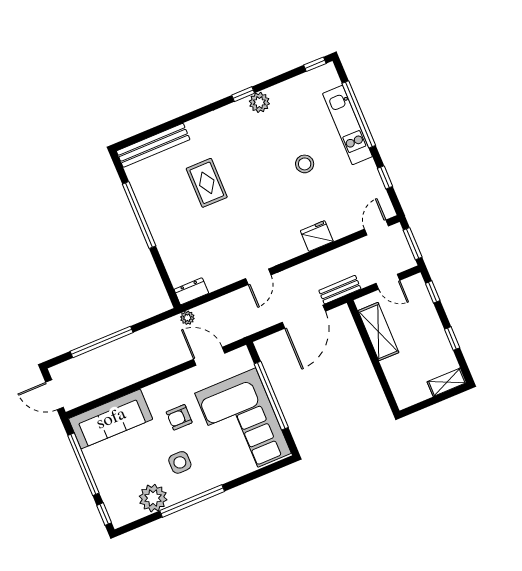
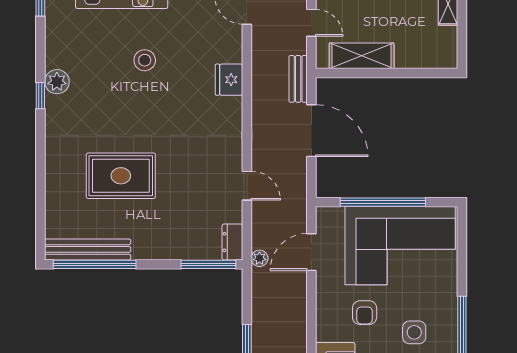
bench: (153, 145) -> (88, 249), moved, turned 90
rug: (207, 183) -> (121, 176), width x1.36, depth x1.43
window: (139, 215) -> (95, 264), moved
door: (258, 277) -> (247, 186), moved
window: (166, 280) -> (208, 264), added
door: (388, 282) -> (311, 23), hinge flipped

